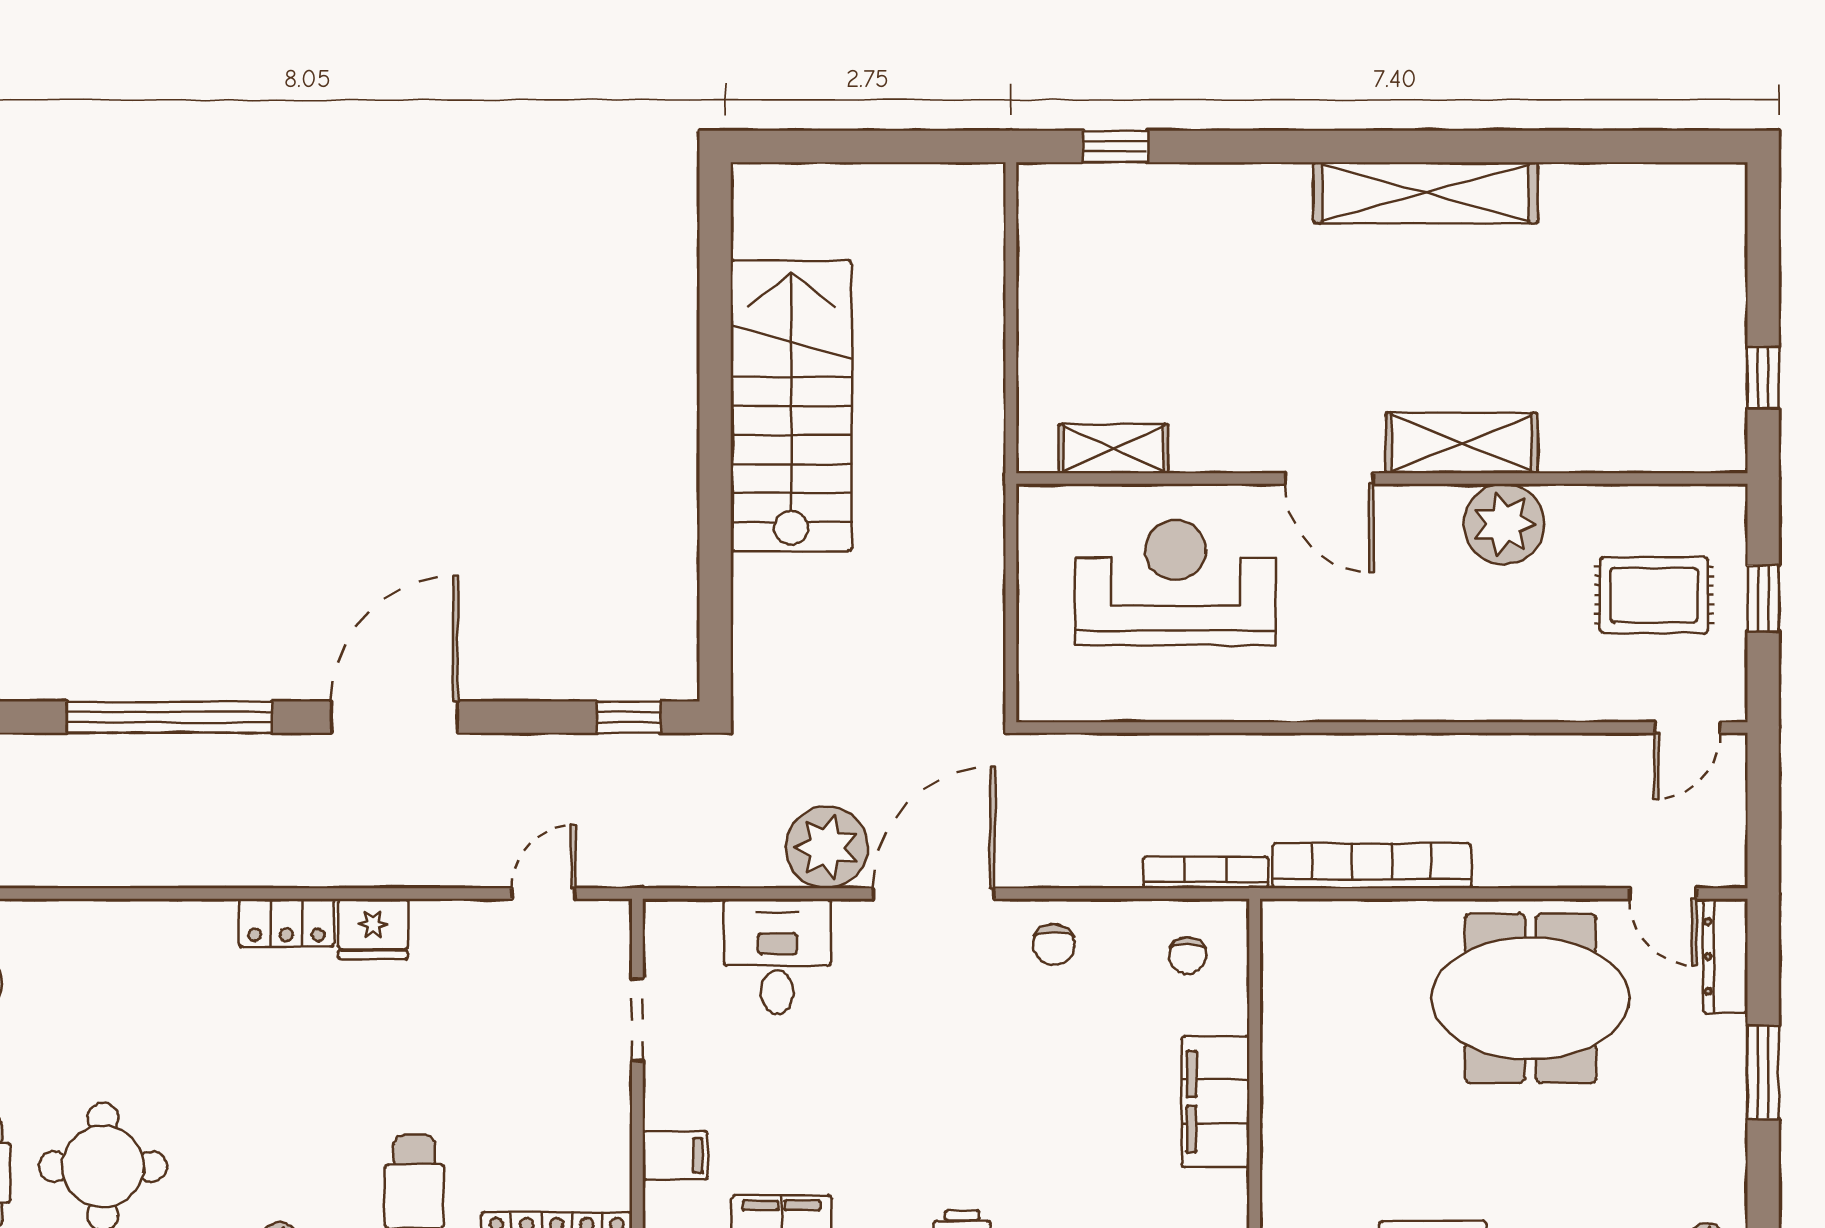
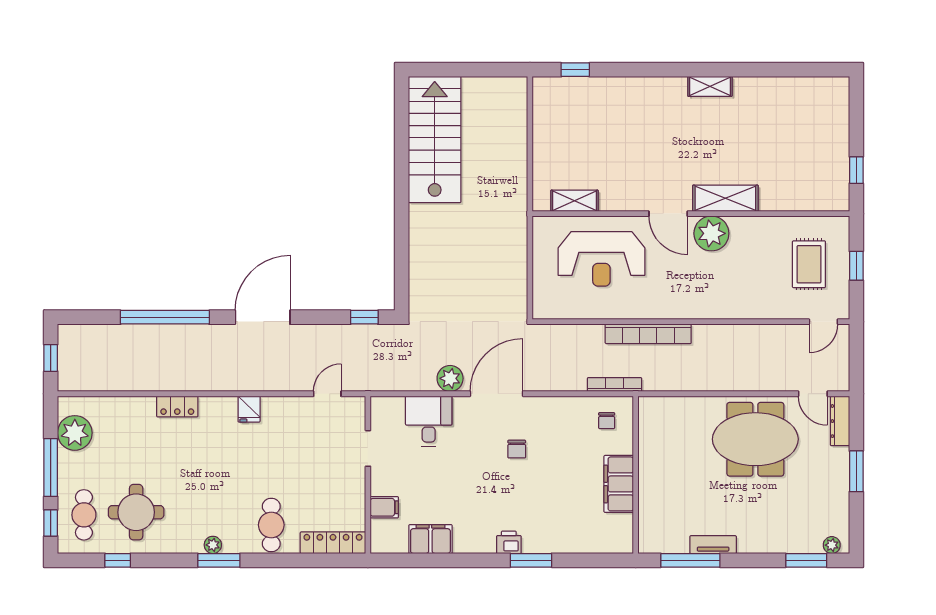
shelving: (1426, 193) -> (710, 86), width x0.45, depth x0.75
stairs: (791, 406) -> (435, 139), moved
plant: (1504, 524) -> (711, 233), moved
reception desk: (1176, 583) -> (601, 259), turned 180
rug: (1654, 595) -> (809, 264), turned 90
plant: (827, 847) -> (450, 378), width x0.73, depth x0.73
bookcase: (1372, 866) -> (648, 334), moved, turned 180
locker: (286, 923) -> (177, 406), moved
fridge: (373, 929) -> (249, 409), width x0.72
chair: (1054, 945) -> (517, 449), moved

